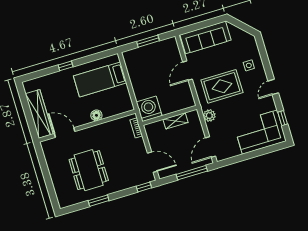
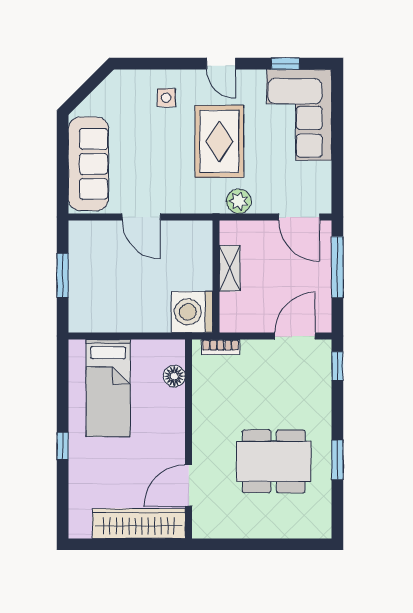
rug: (222, 86) -> (219, 141), moved
floor lamp: (96, 115) -> (174, 376), moved

